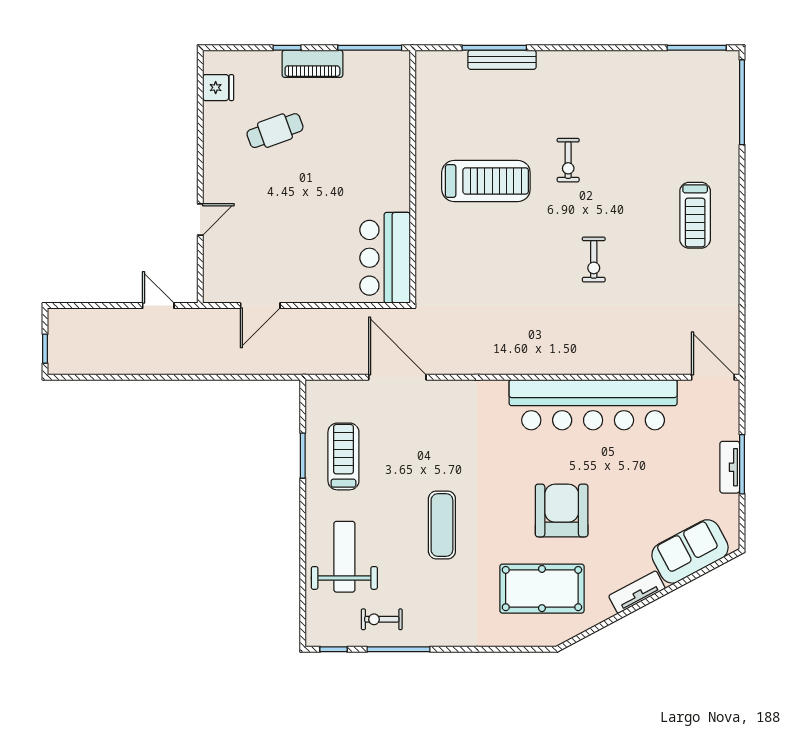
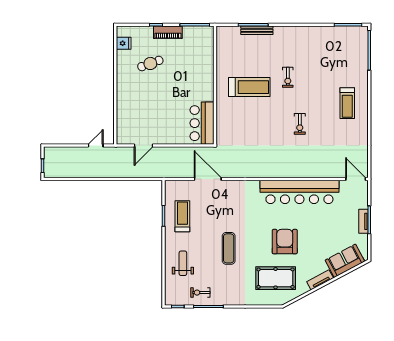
door: (200, 219) -> (115, 105), removed
door: (158, 306) -> (96, 146), hinge flipped
weight bench: (344, 557) -> (183, 263), width x0.73, depth x0.75

